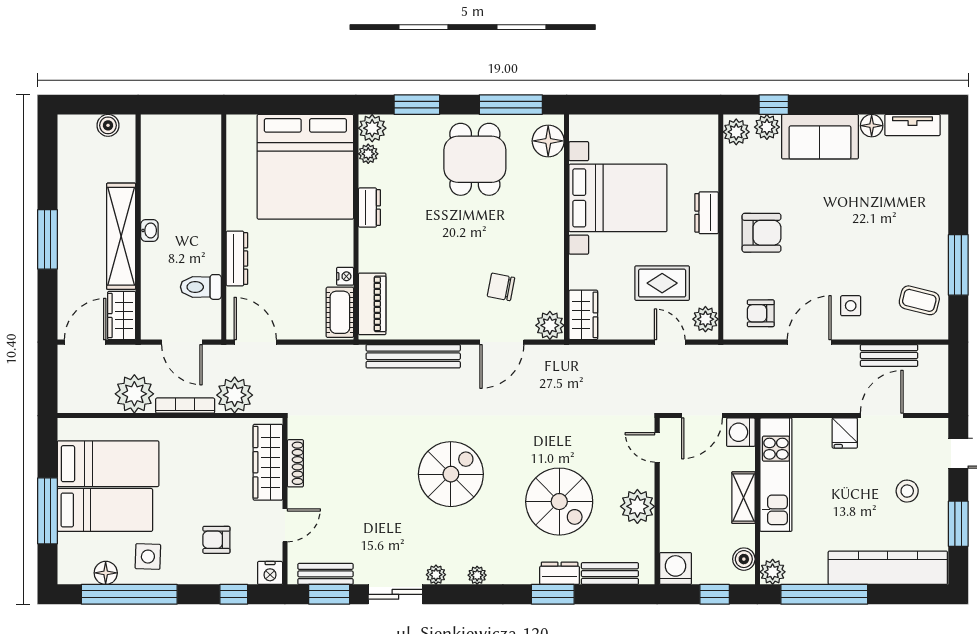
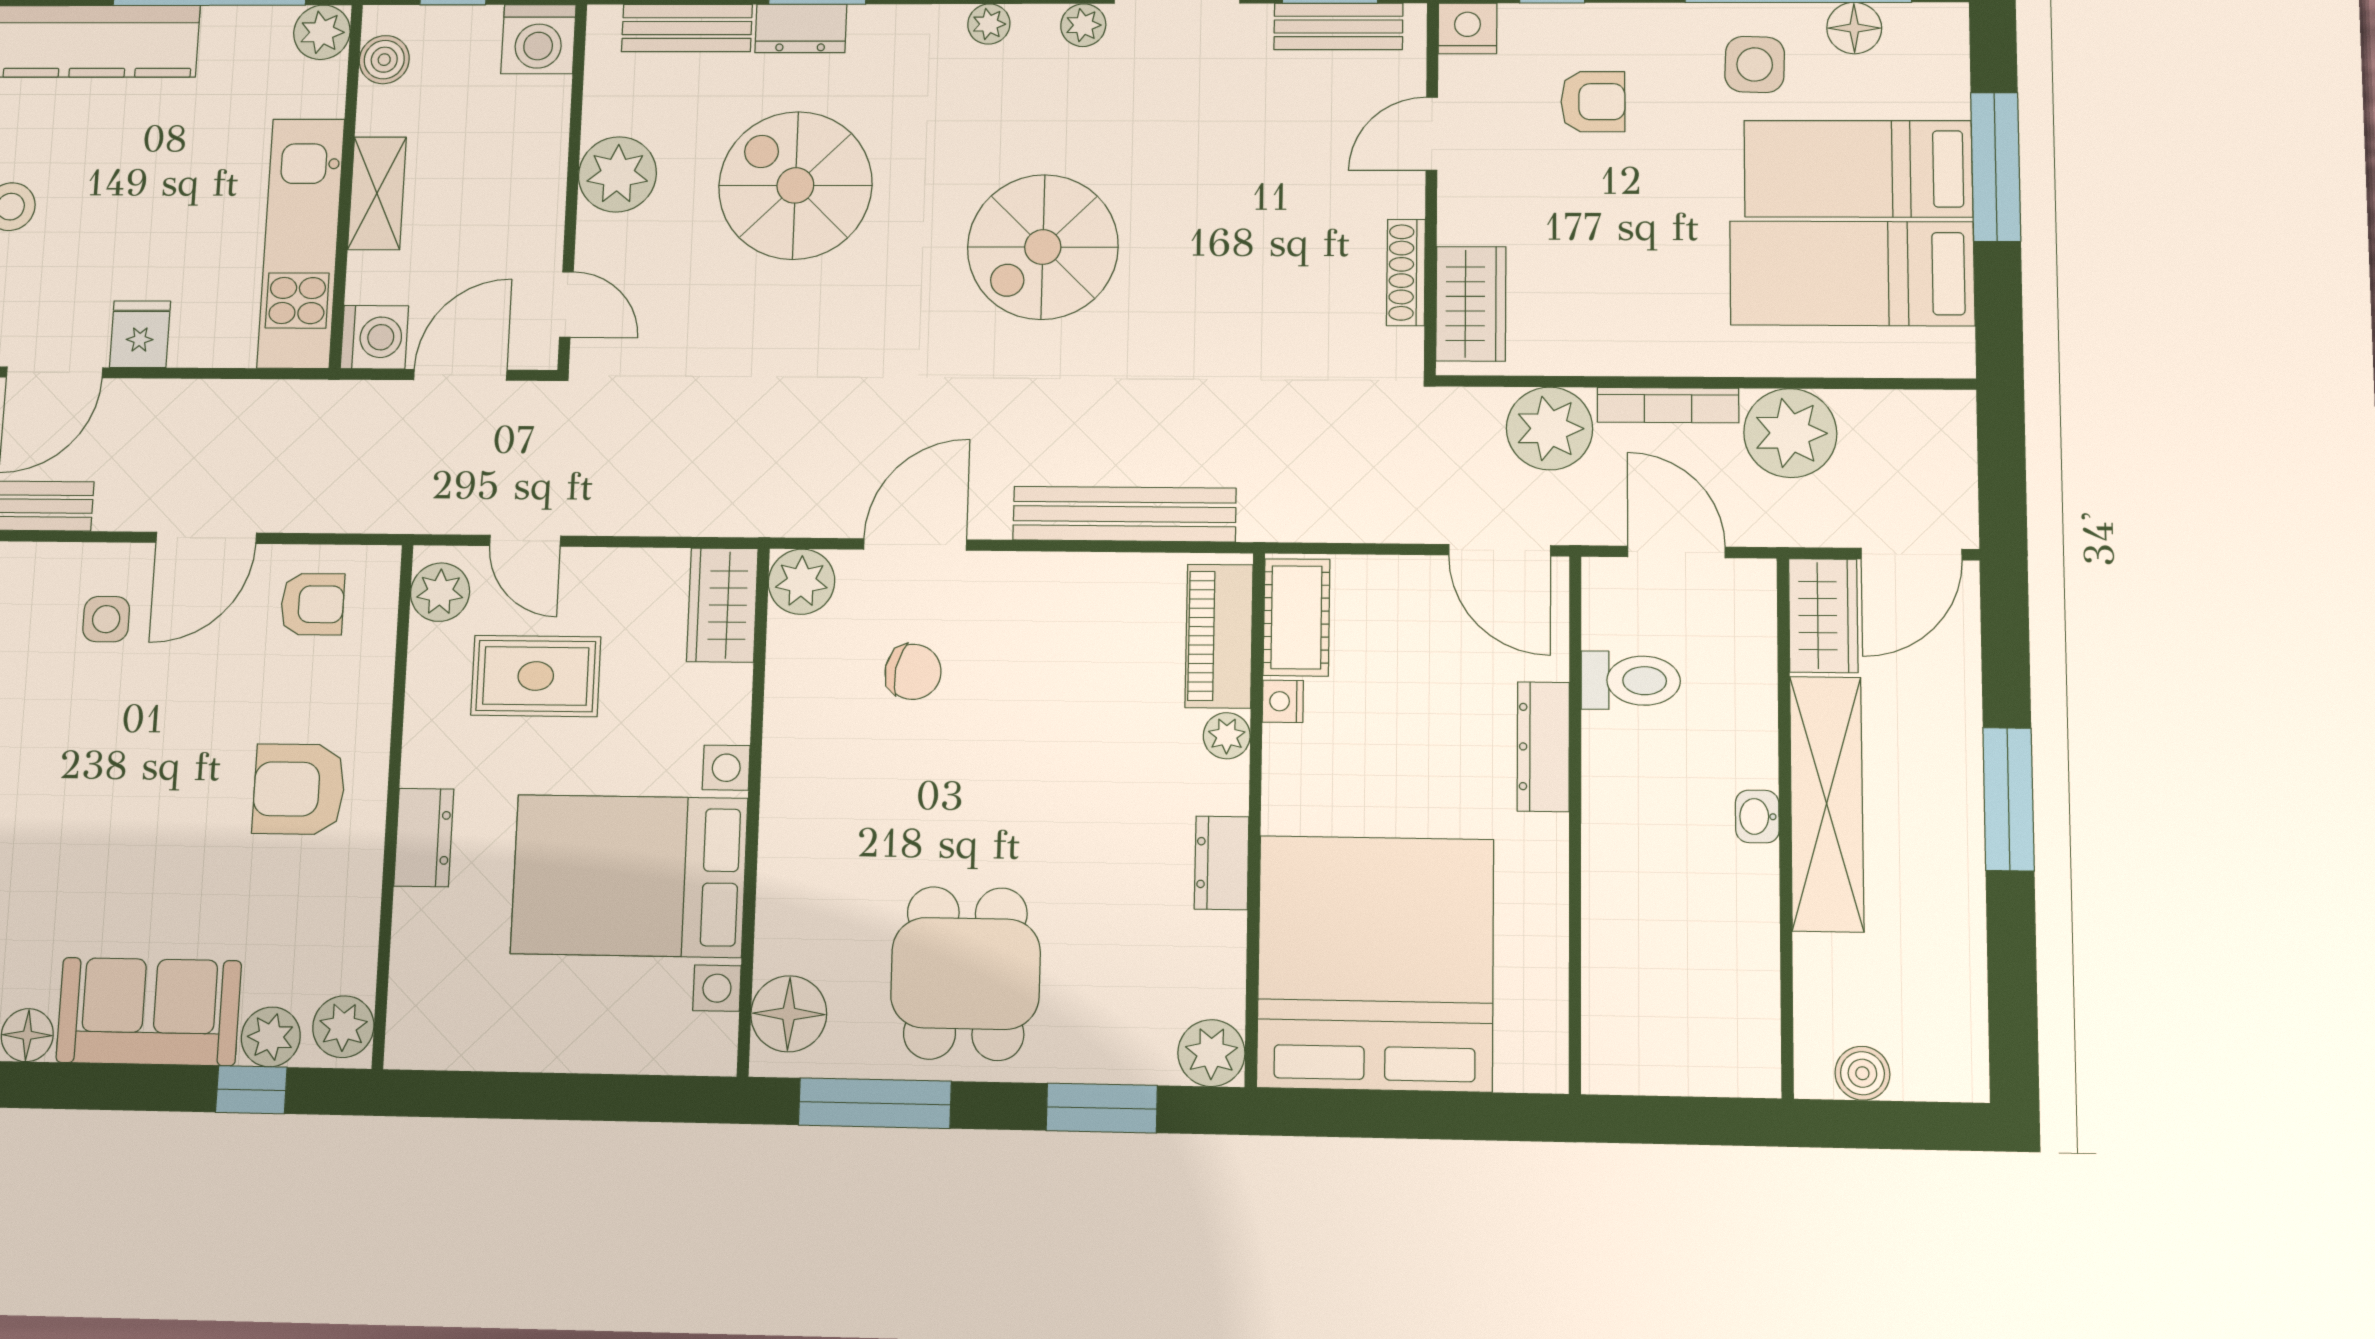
plant: (368, 154) -> (1227, 736), moved
wardrobe: (268, 462) -> (1471, 304), width x0.67

